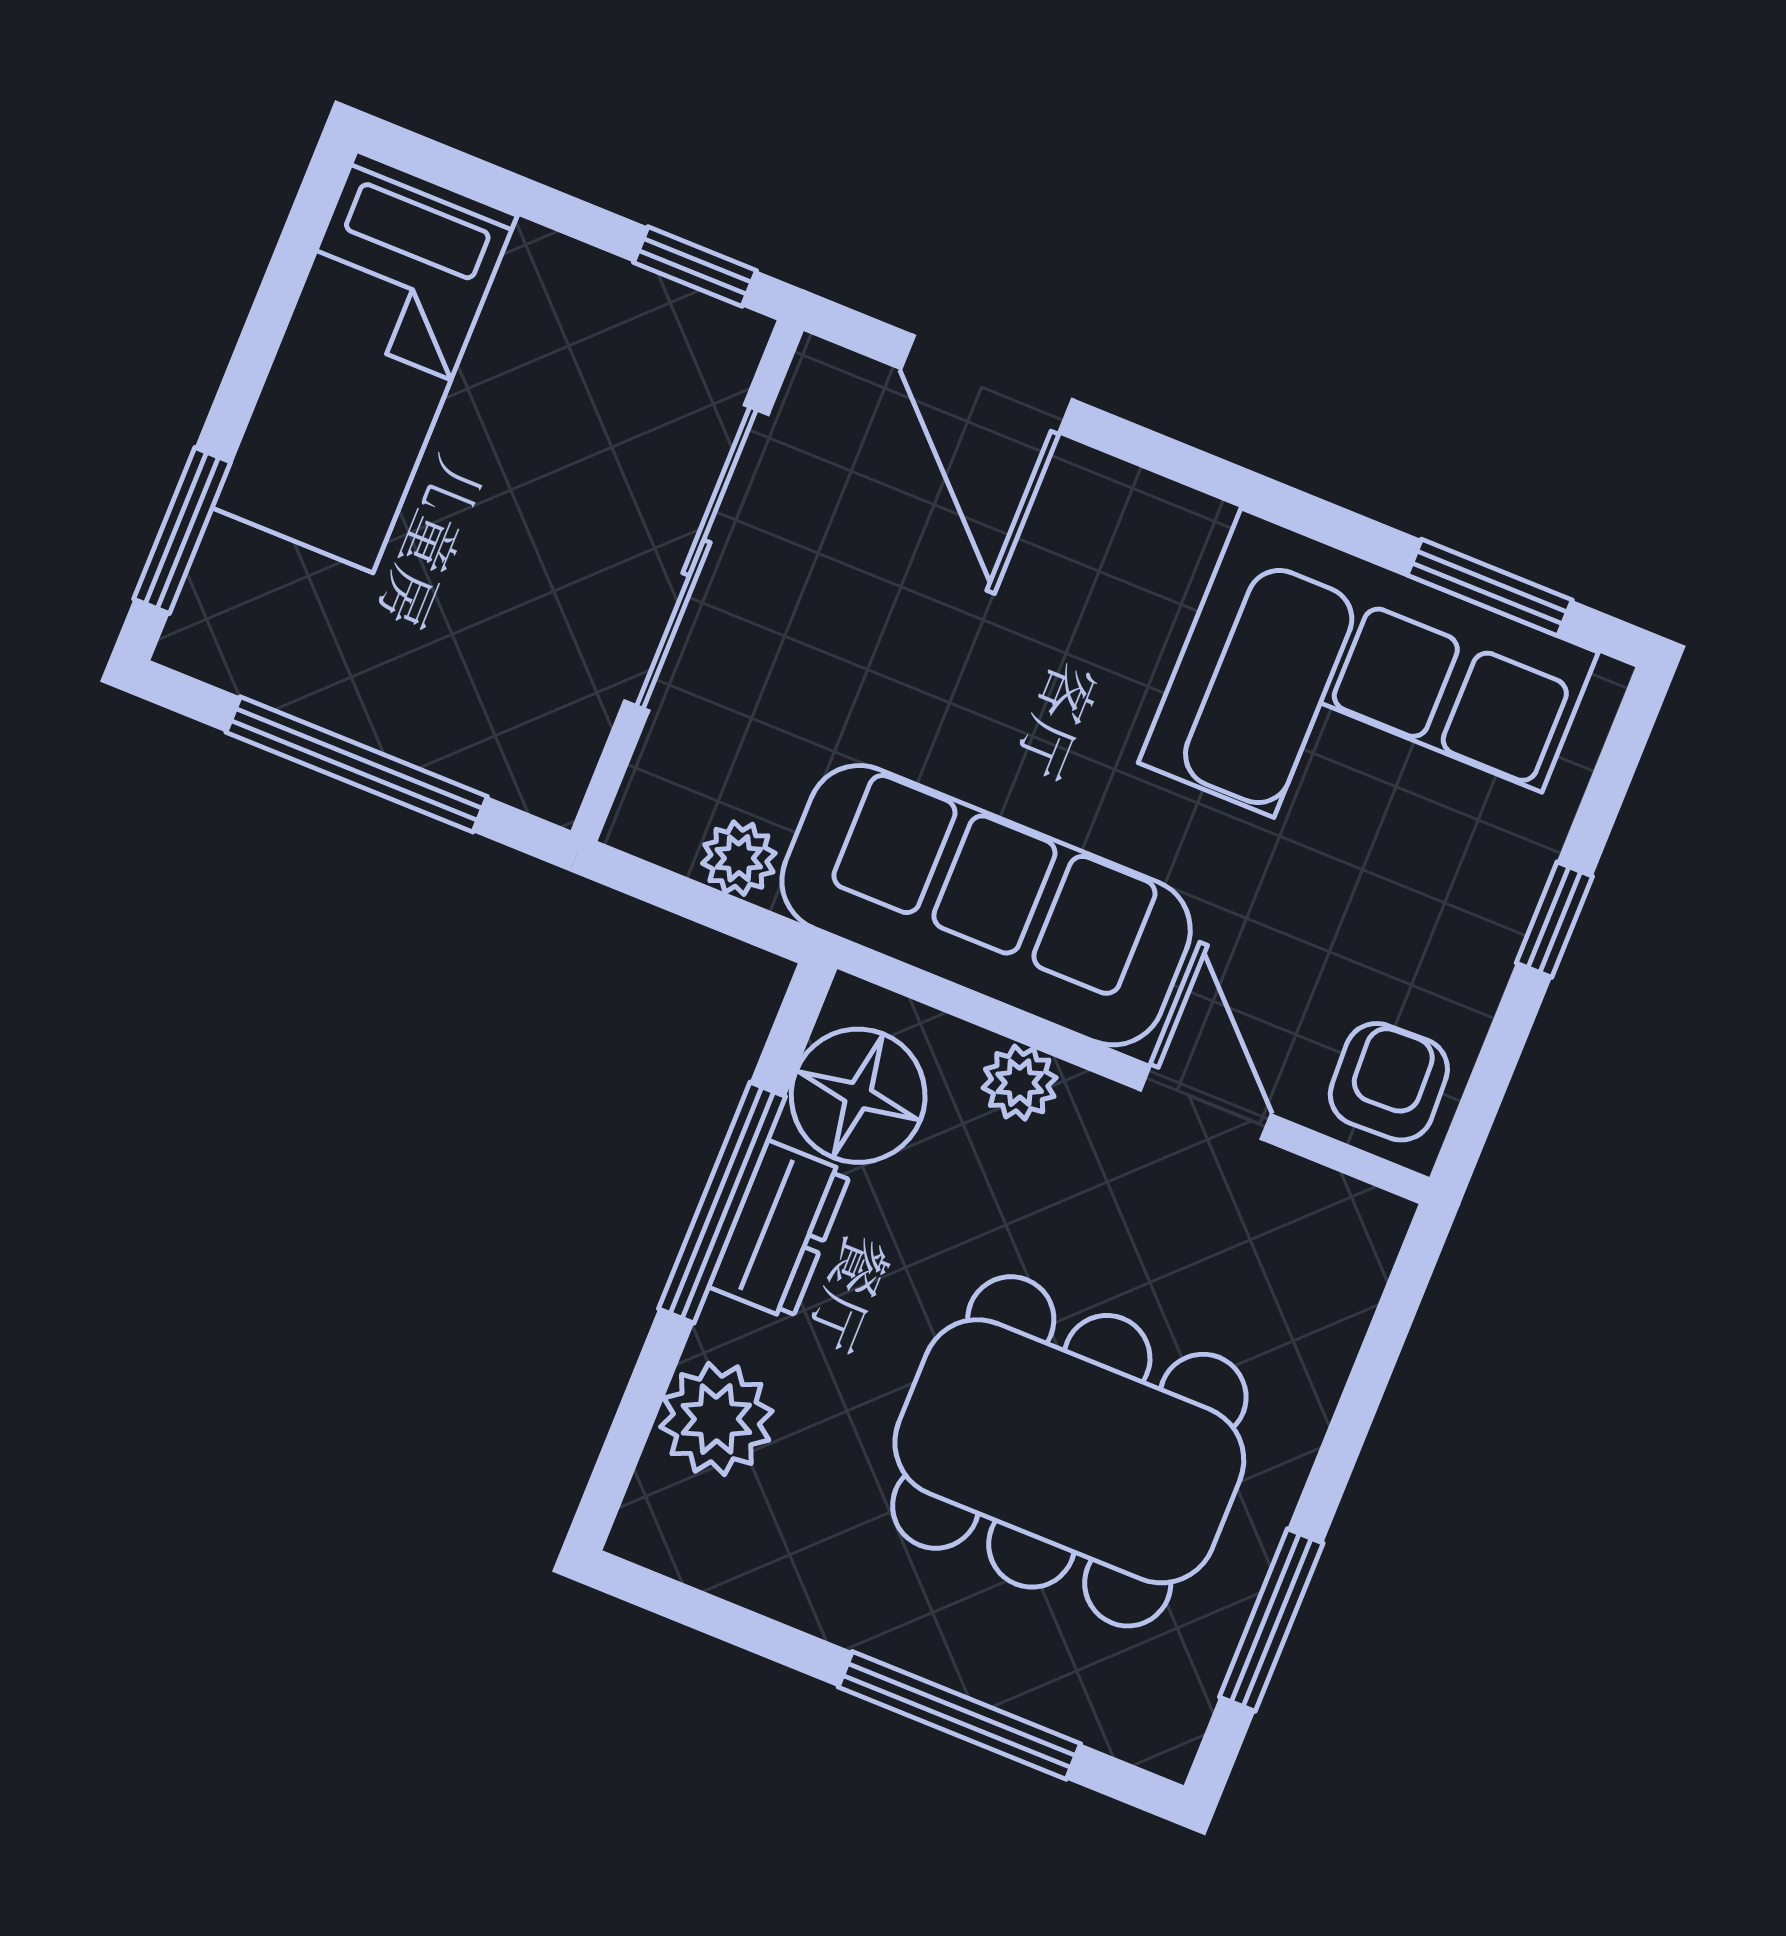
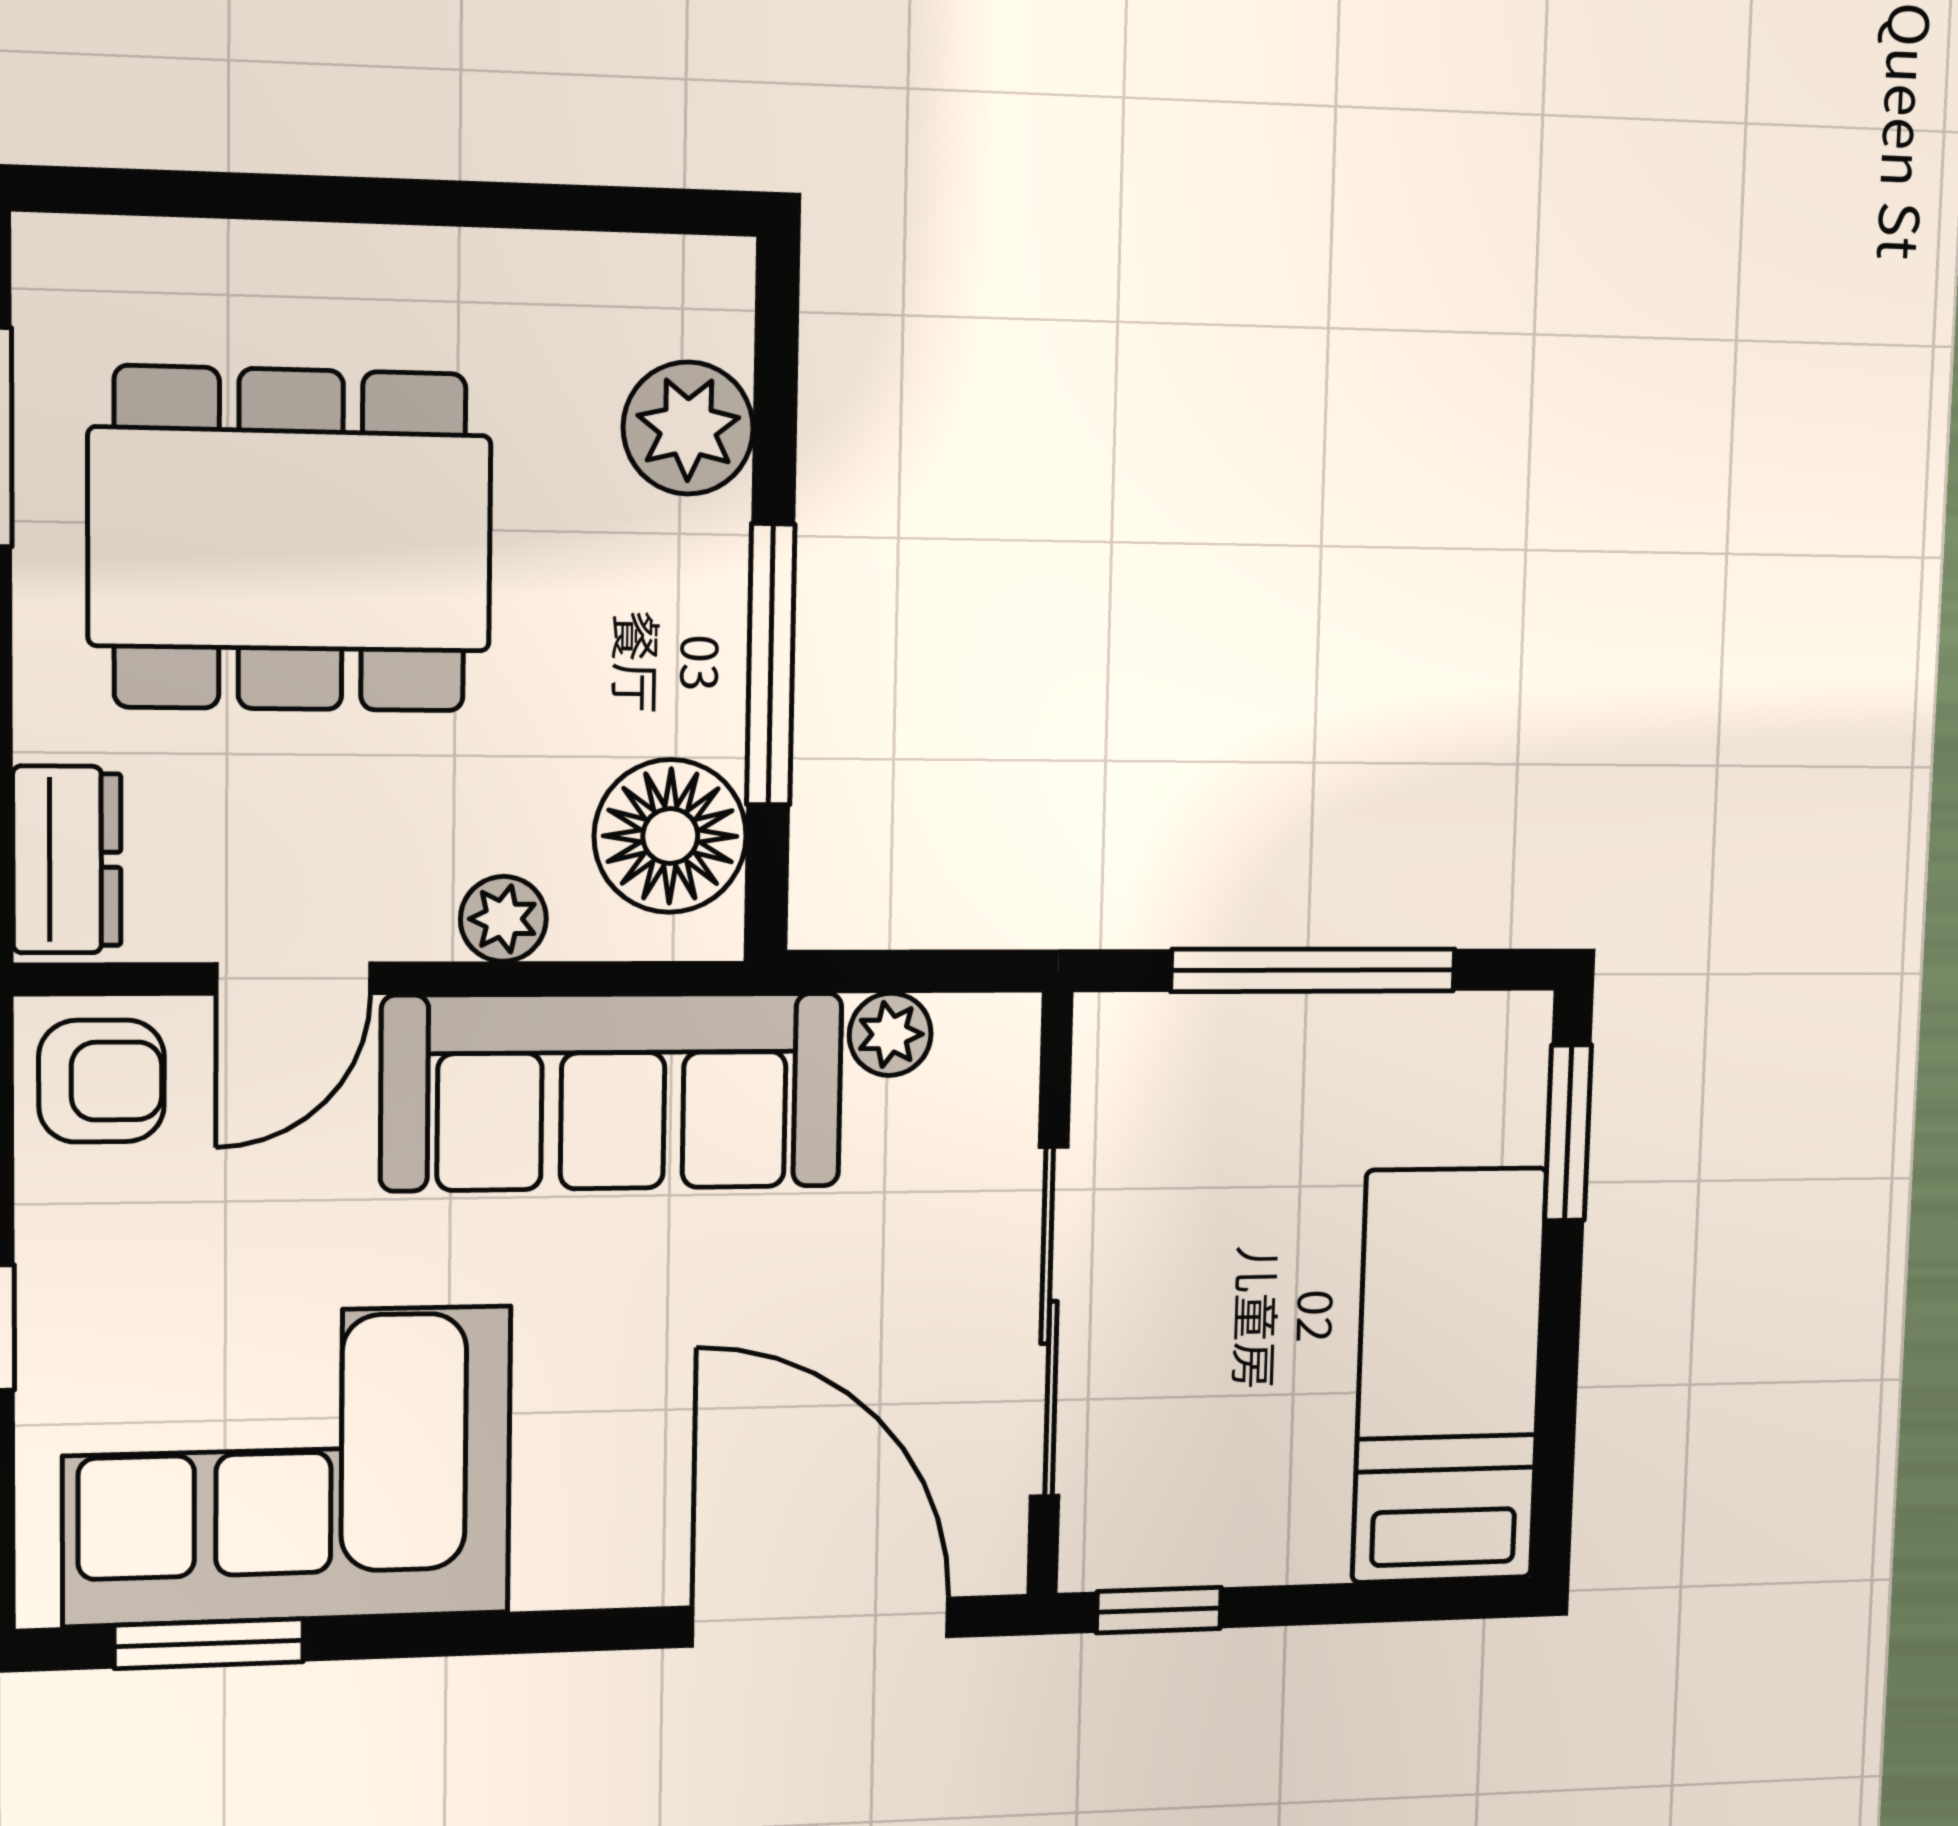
door: (987, 384) -> (821, 1622), width x1.36
armchair: (1389, 1082) -> (102, 1081), turned -88
door: (1206, 1102) -> (294, 979), hinge flipped
dresser: (780, 1230) -> (67, 860), moved, turned 180
window: (959, 1715) -> (296, 198), removed

